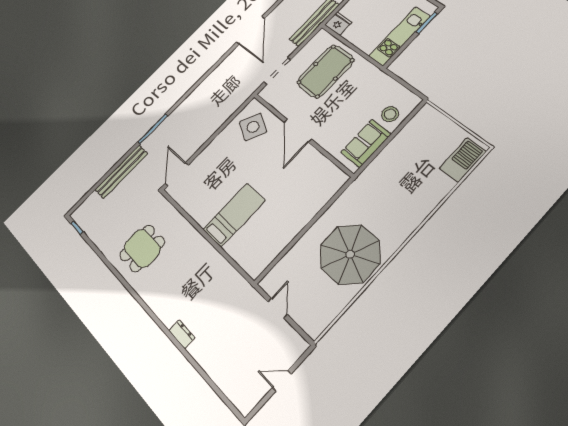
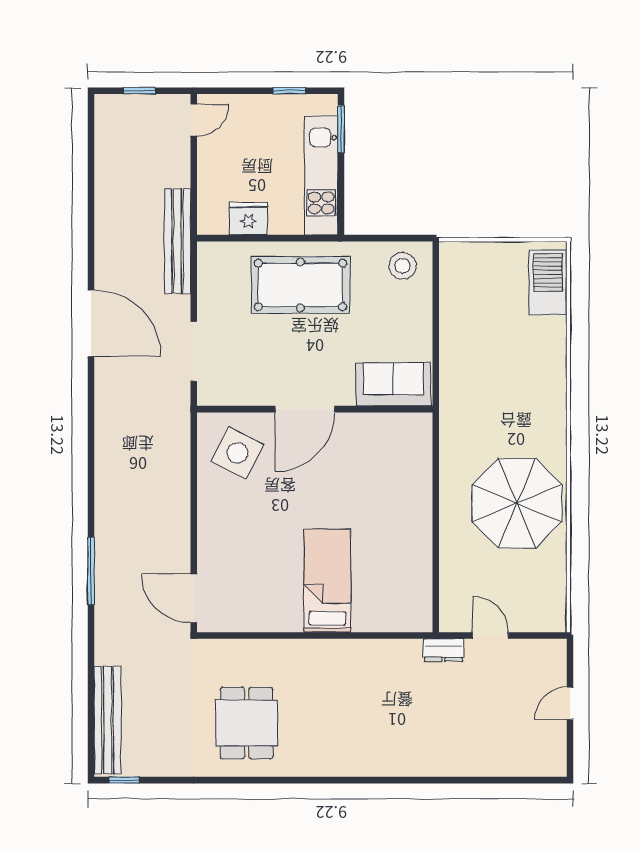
fridge: (338, 24) -> (248, 219), moved
pool table: (325, 71) -> (300, 285), moved, turned 90
stool: (390, 114) -> (403, 266), moved
door: (298, 131) -> (305, 409), hinge flipped
sofa: (366, 143) -> (393, 384), moved, turned 90
bench: (121, 172) -> (108, 720), moved
dresser: (182, 334) -> (443, 650), moved, turned 180

